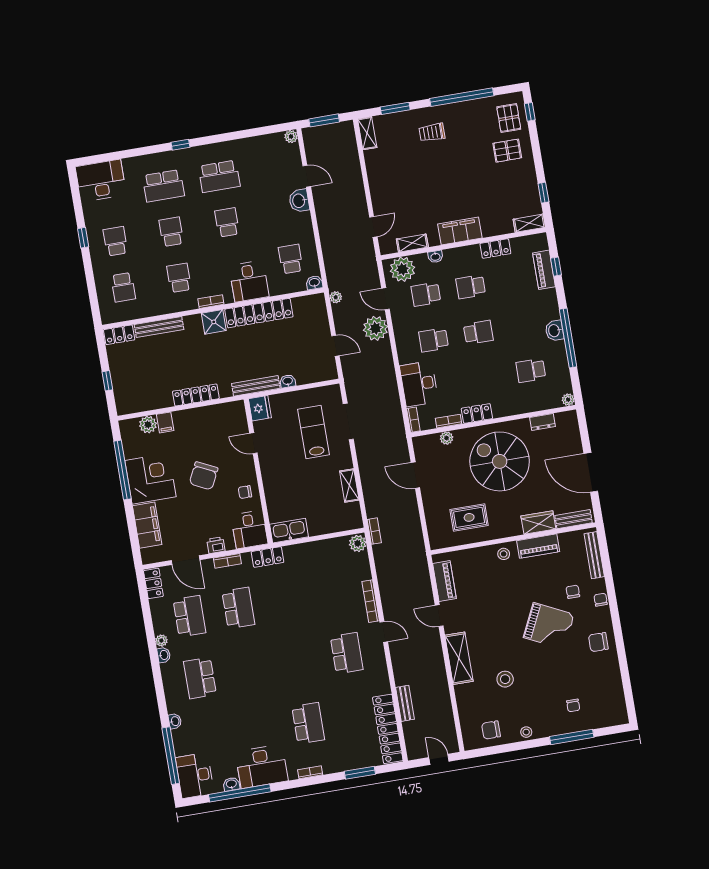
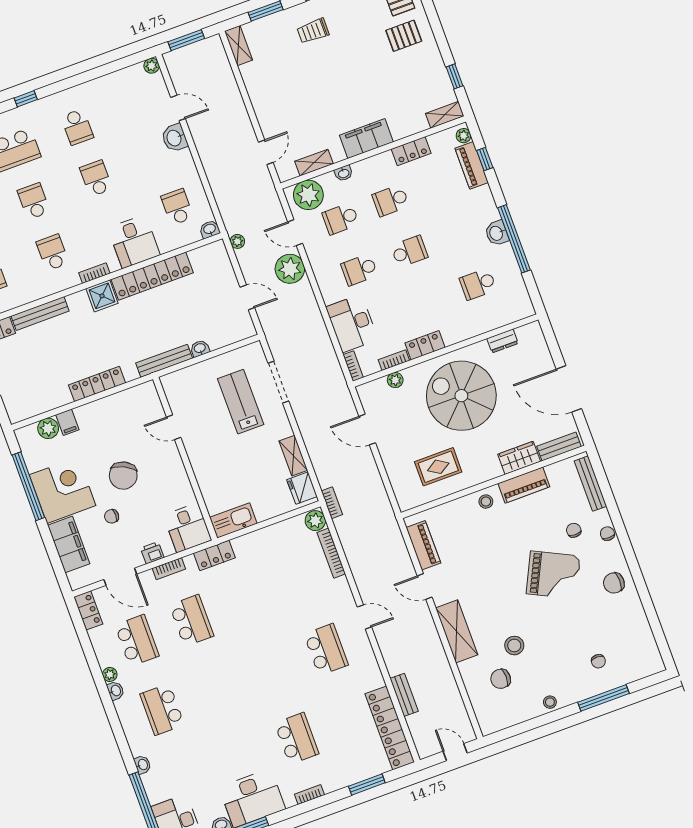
school desk: (219, 176) -> (77, 127), width x0.54
plant: (568, 400) -> (464, 136), moved
fridge: (260, 408) -> (302, 488), moved, turned 180
chair: (245, 492) -> (112, 516), moved
bookcase: (371, 601) -> (331, 553), moved
chair: (491, 730) -> (501, 679), moved

